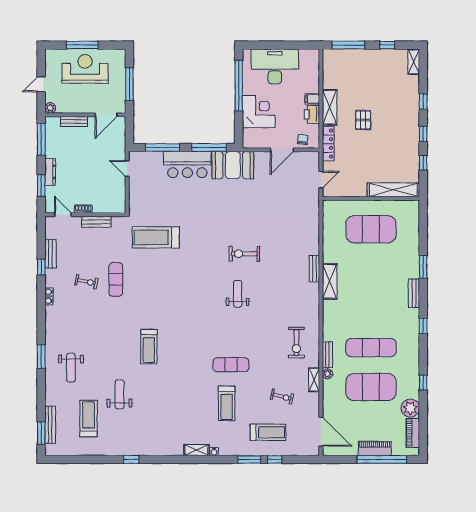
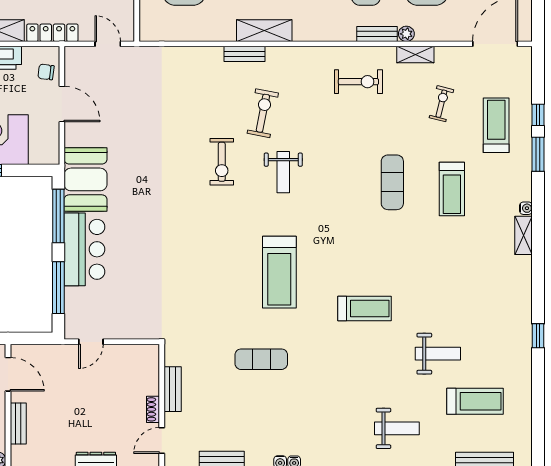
treadmill: (156, 237) -> (279, 272), moved
exercise bike: (86, 282) -> (263, 113), moved, width x1.38, depth x1.39
weight bench: (238, 294) -> (283, 172), turned -90
weight bench: (119, 394) -> (438, 354), turned 180
treadmill: (227, 403) -> (452, 189), turned 90
treadmill: (89, 419) -> (475, 401), turned 180

